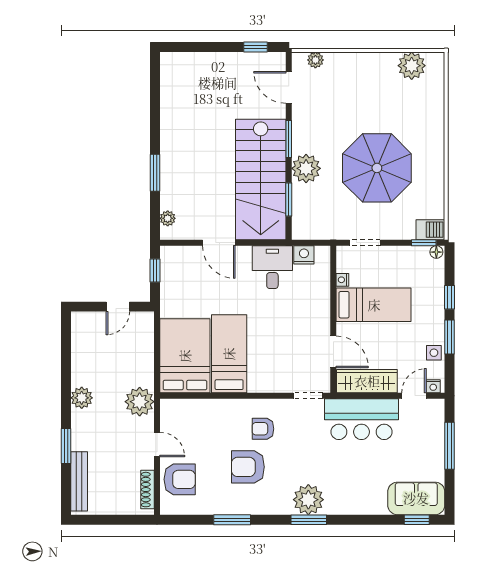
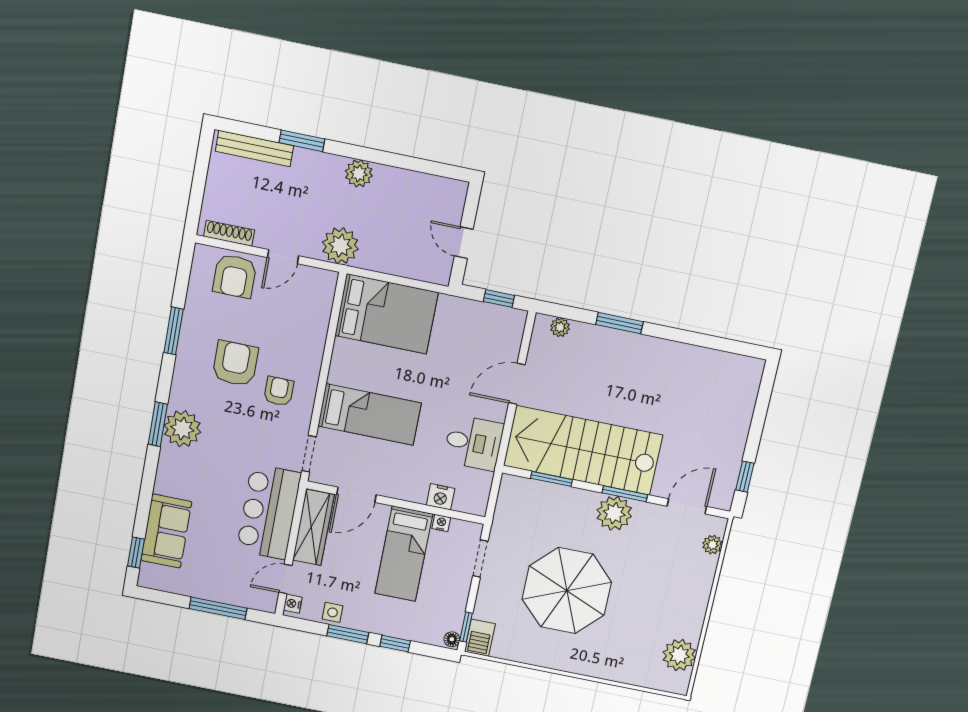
plant: (306, 168) -> (614, 513), moved
nightstand: (304, 255) -> (441, 497), moved, turned 90
bed: (229, 354) -> (370, 414), moved
door: (414, 396) -> (285, 579), swing flipped
sofa: (416, 498) -> (166, 531), moved

